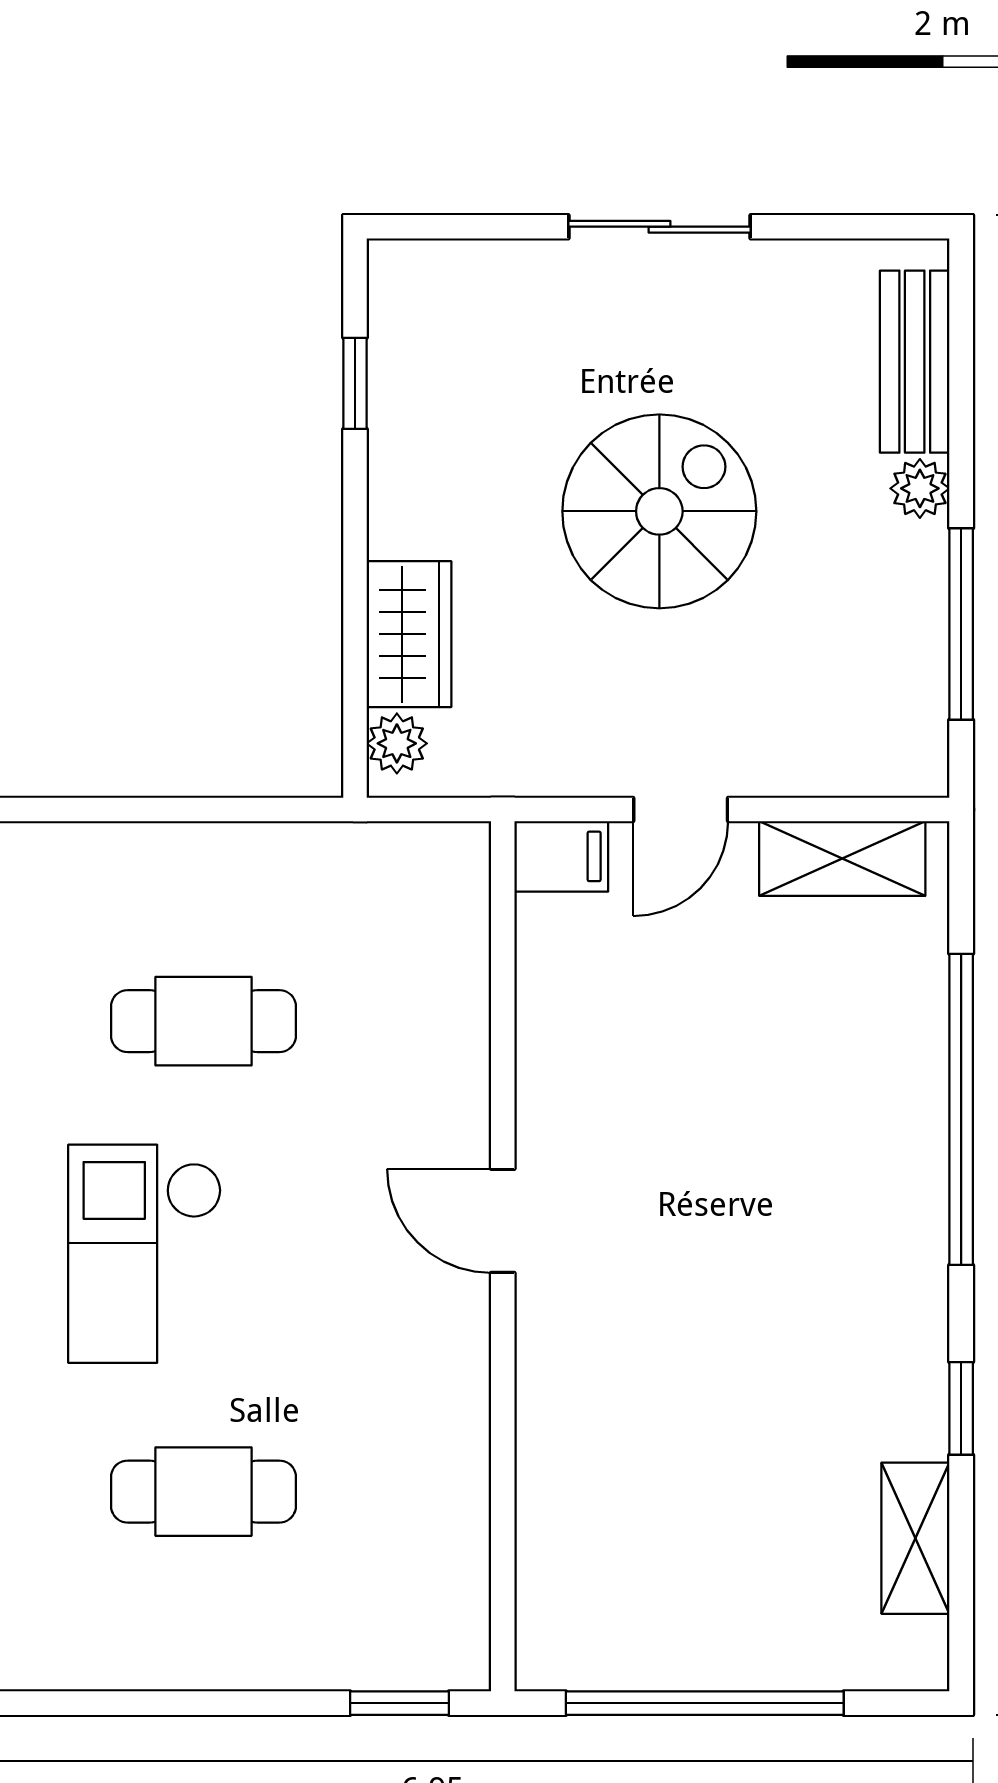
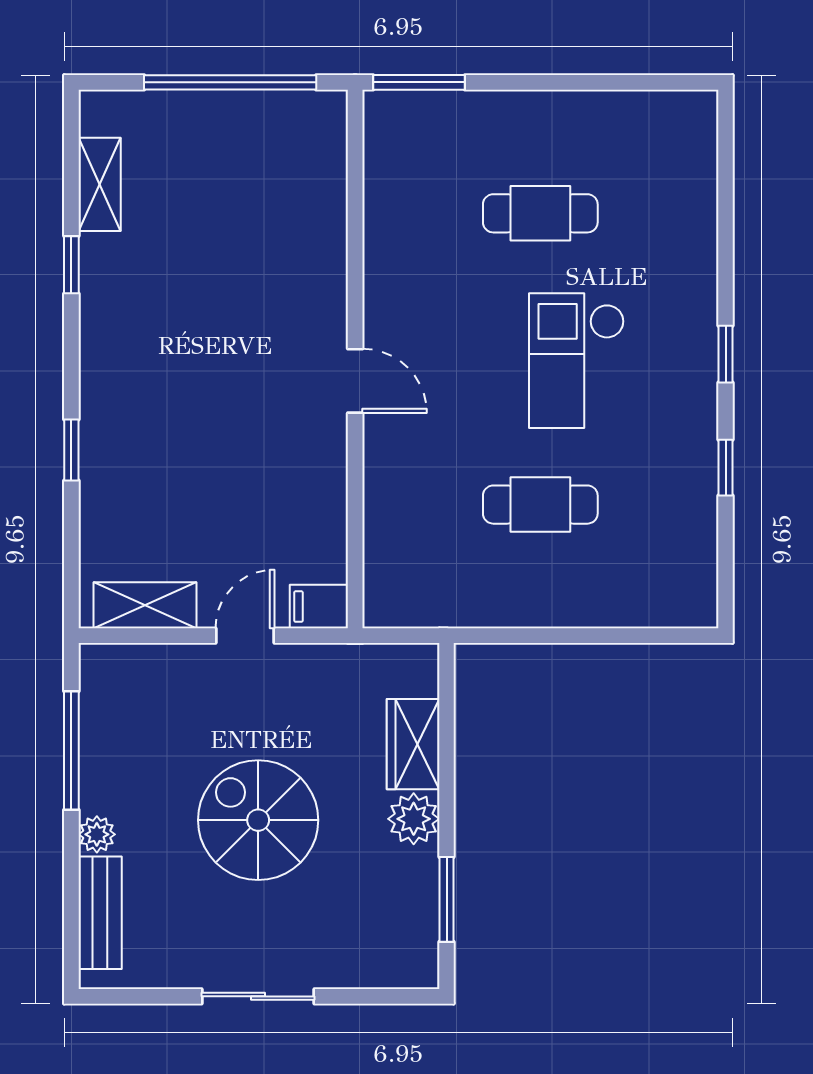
window: (355, 383) -> (447, 899), width x1.50
spiral stairs: (659, 511) -> (258, 820), turned 90
plant: (397, 743) -> (414, 819), moved, width x1.38, depth x1.38
window: (961, 1109) -> (71, 450), width x0.32
checkout: (145, 1254) -> (577, 361), turned 180
window: (400, 1703) -> (419, 82), width x1.50

